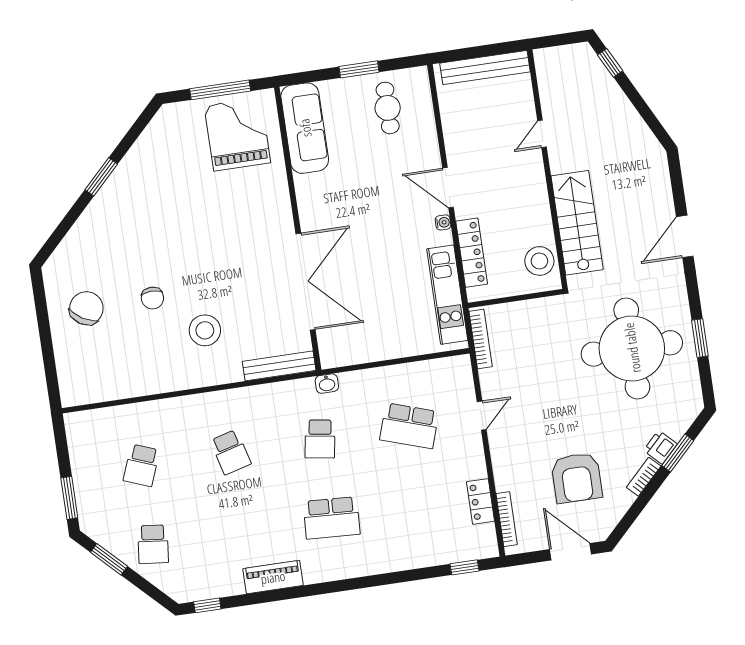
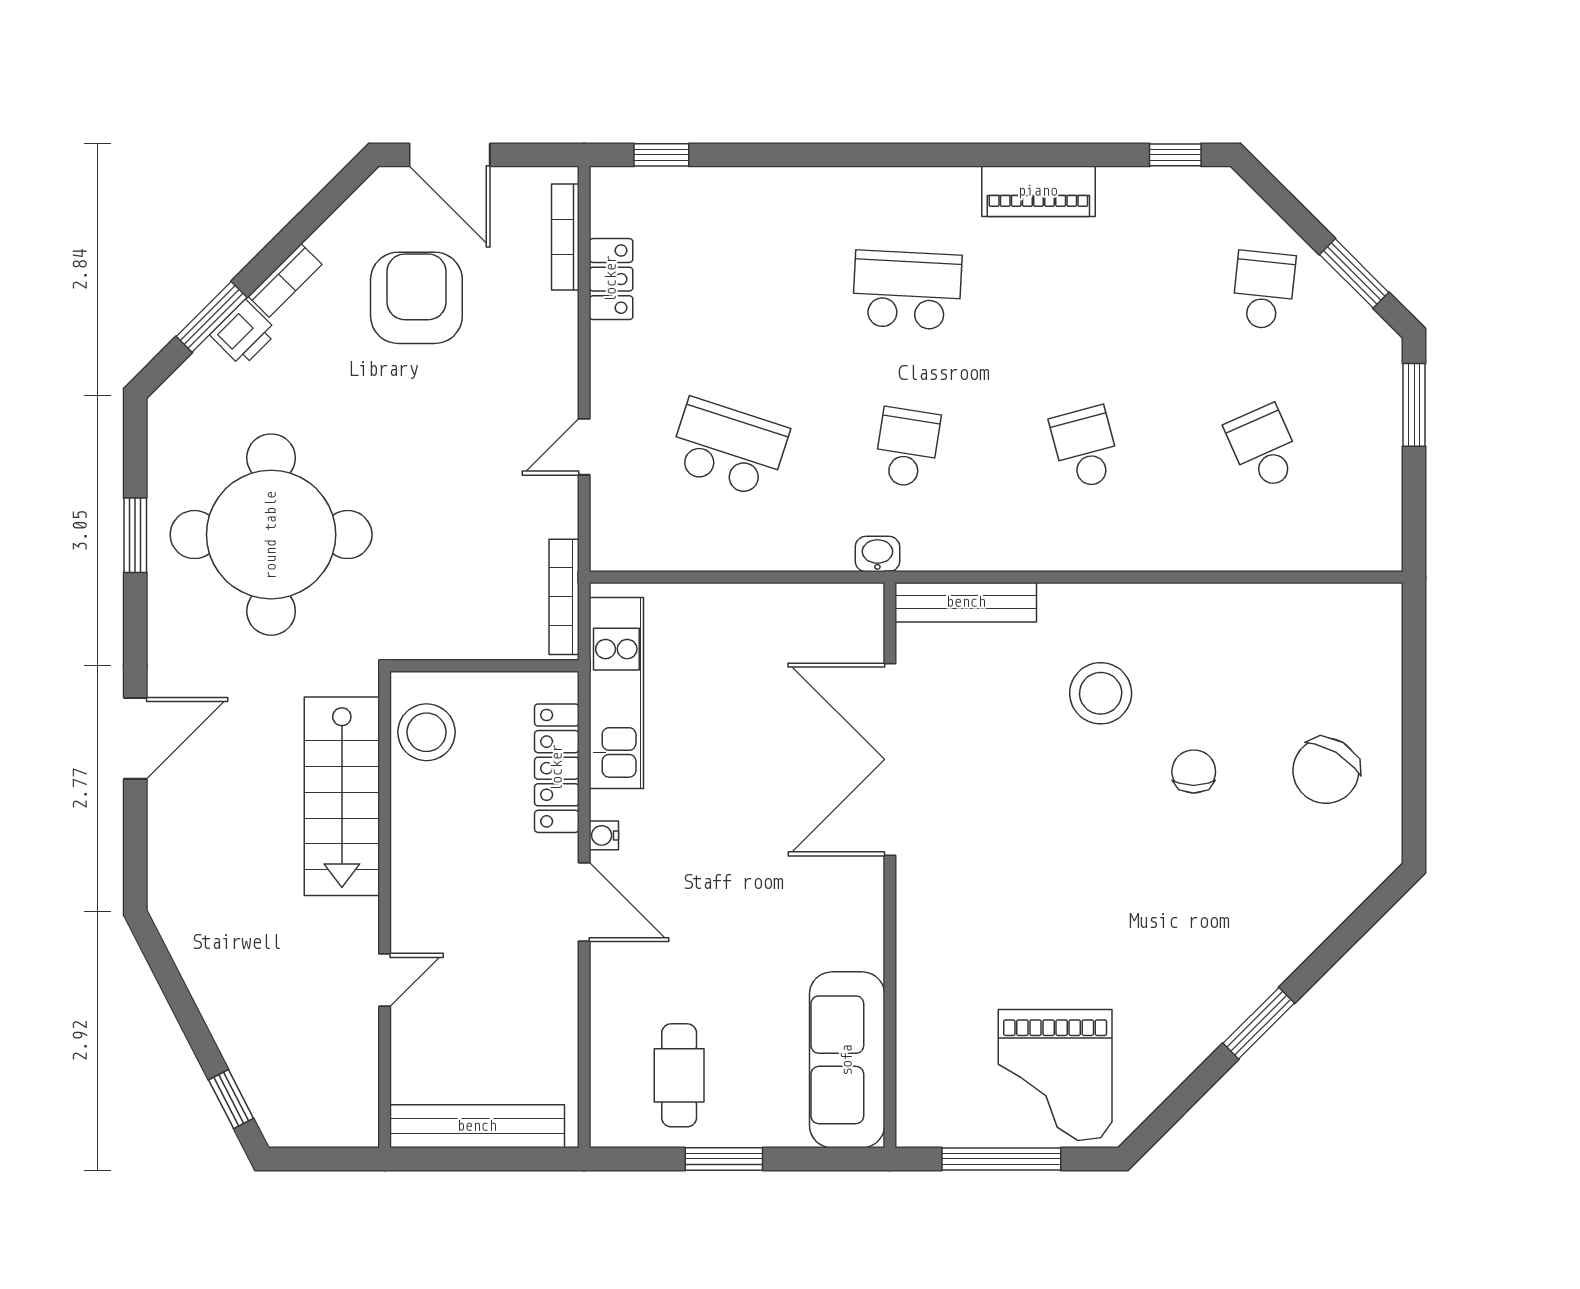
grand piano: (237, 134) -> (1055, 1075), moved
school desk: (141, 465) -> (1264, 448), turned -45

